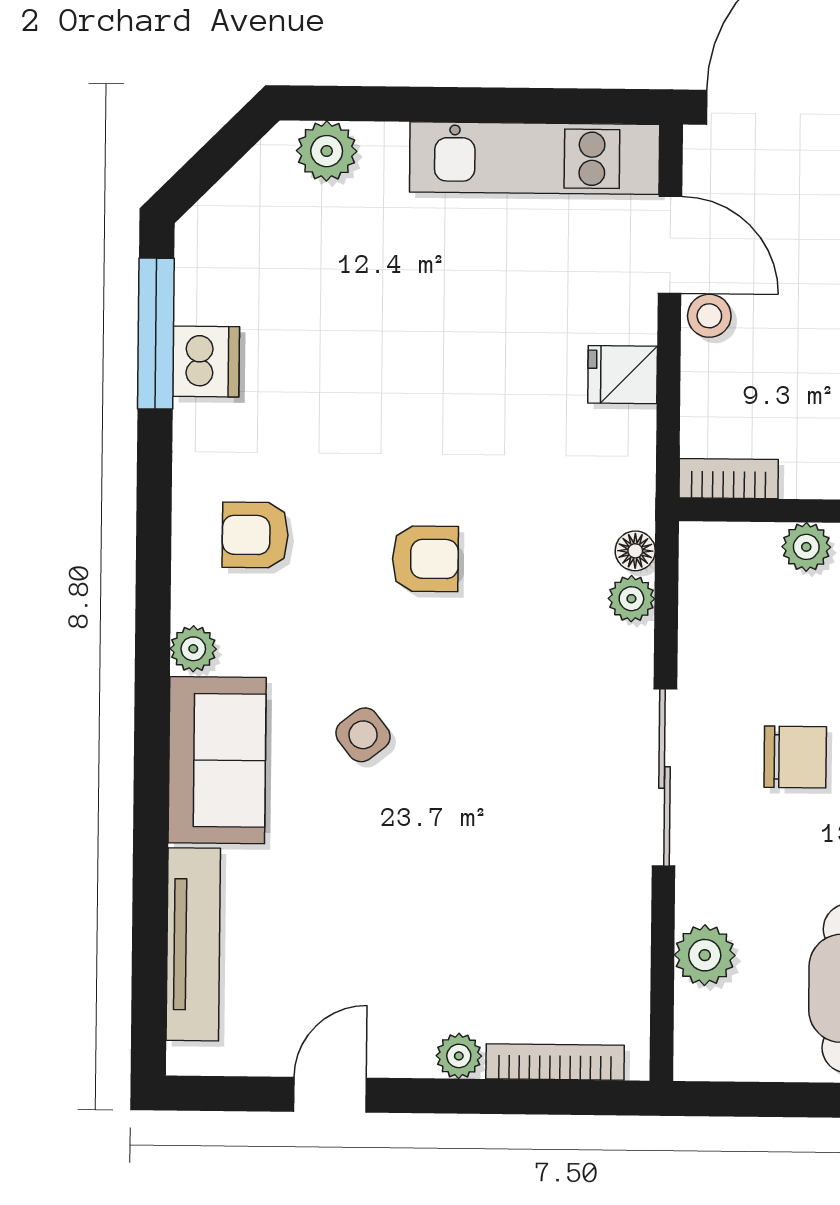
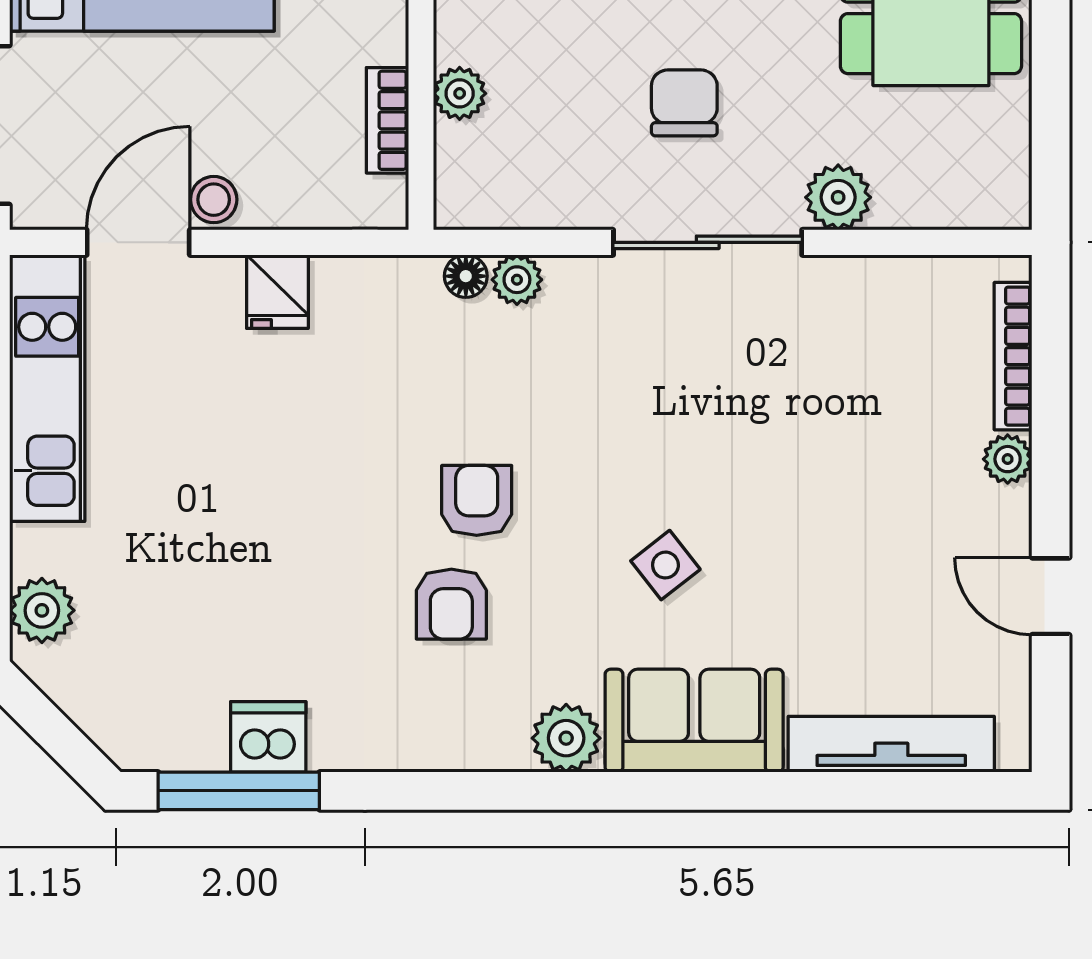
bookcase: (729, 479) -> (387, 120), moved
armchair: (255, 535) -> (451, 604), moved
plant: (193, 649) -> (566, 738), width x1.38, depth x1.38
plant: (705, 955) -> (838, 197), moved

